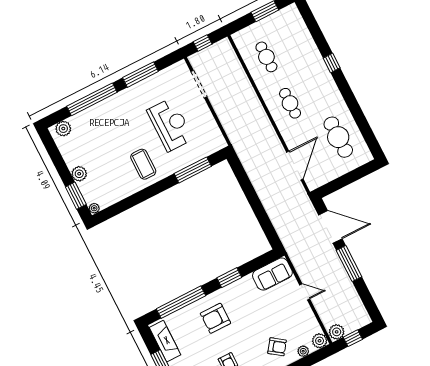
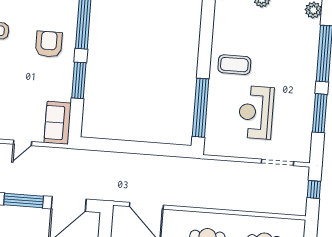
reception desk: (170, 125) -> (256, 112), turned 90
window: (193, 170) -> (201, 108), width x1.46
window: (229, 278) -> (79, 80), width x1.44

